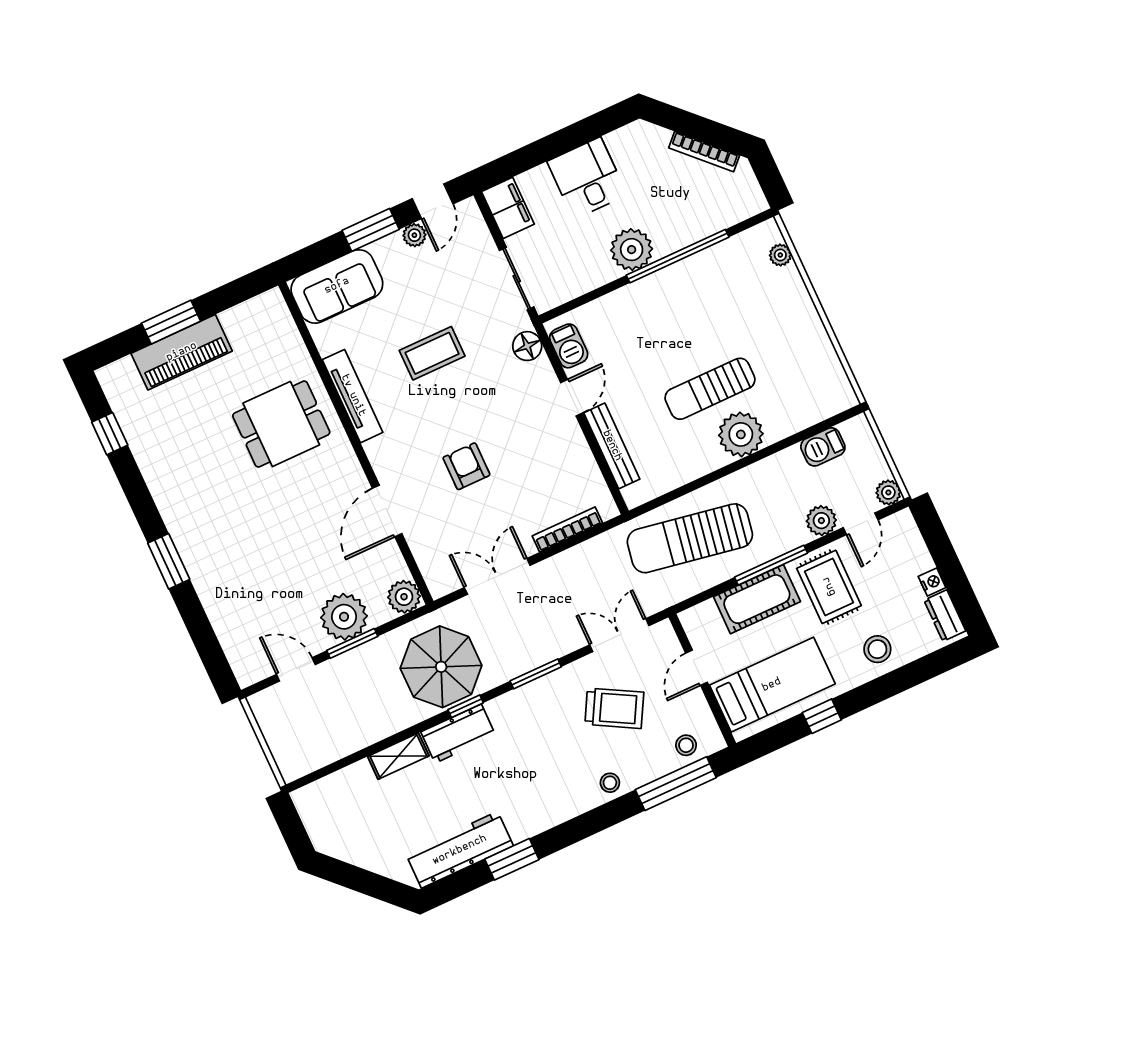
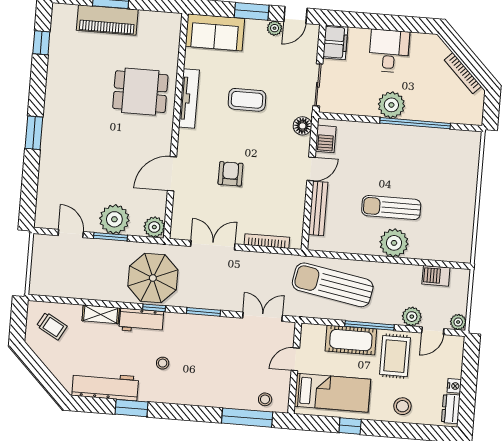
plant: (780, 255) -> (473, 155), removed
trolley: (614, 708) -> (52, 326), moved, width x0.73, depth x0.72
stool: (610, 783) -> (163, 363), moved

